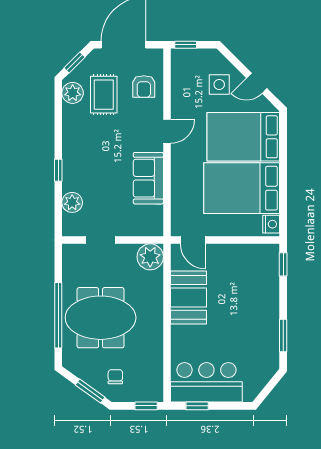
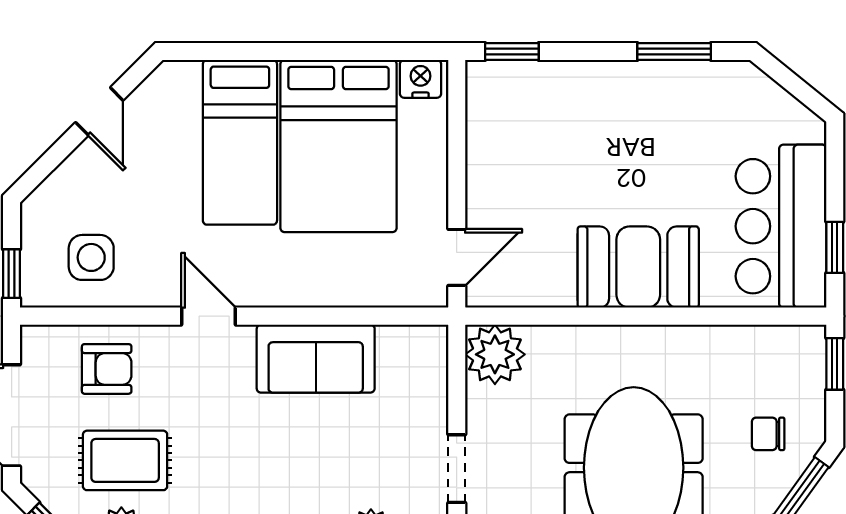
side table: (219, 85) -> (91, 257), moved
bed: (243, 137) -> (240, 142), width x0.67
booth: (189, 297) -> (638, 267), moved

